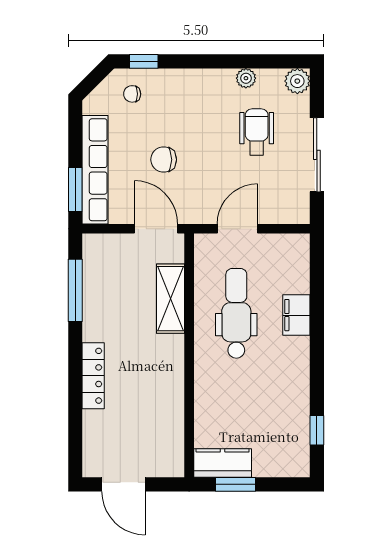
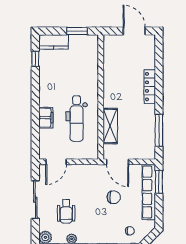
door: (237, 229) -> (56, 162), moved
kitchen counter: (223, 463) -> (54, 42), moved

